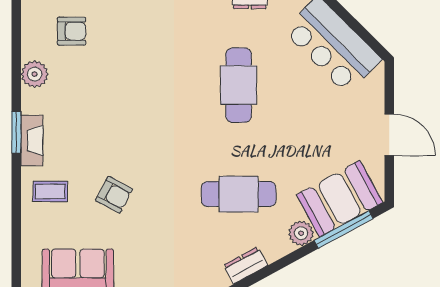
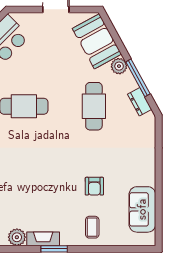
fireplace: (32, 141) -> (43, 239), moved
armchair: (114, 195) -> (94, 186), turned 152
window: (344, 229) -> (138, 78), moved

